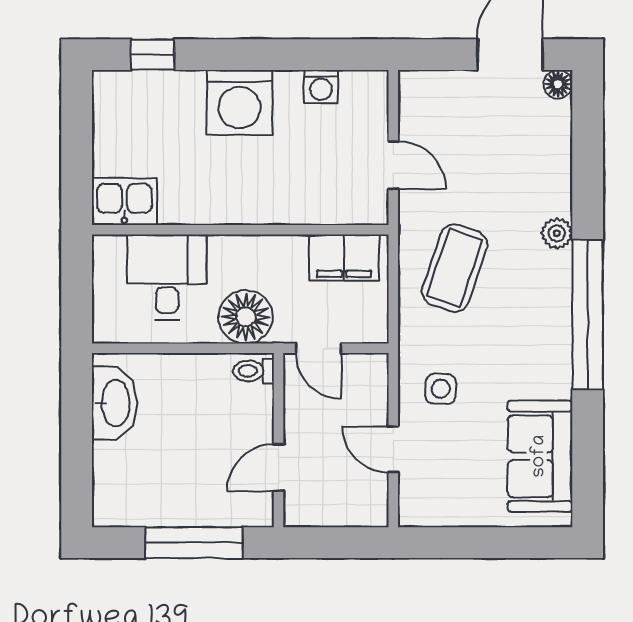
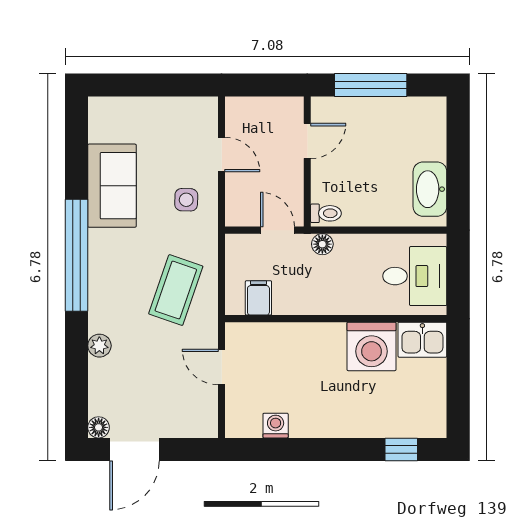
washing machine: (239, 102) -> (371, 346), moved, turned 180
plant: (557, 233) -> (99, 346), moved
filing cabinet: (344, 258) -> (258, 298), width x0.50
desk: (167, 277) -> (415, 276), moved, turned -90
floor lamp: (246, 317) -> (322, 244), width x0.53, depth x0.53
sofa: (540, 456) -> (112, 186), moved

